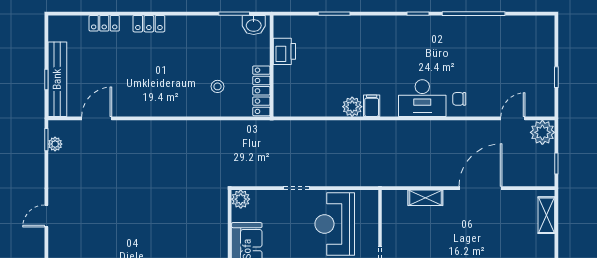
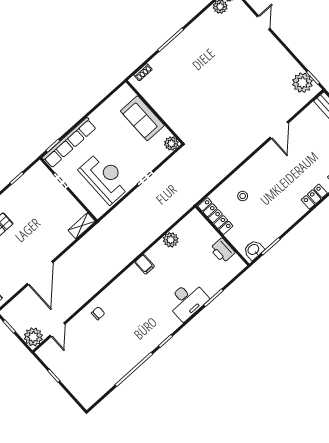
desk: (422, 98) -> (187, 300), moved, turned 180
plant: (352, 107) -> (171, 240), moved
door: (97, 118) -> (279, 130), moved
plant: (55, 144) -> (302, 83), width x1.88, depth x1.88
shelving: (425, 198) -> (82, 226), moved
door: (46, 216) -> (264, 22), moved

